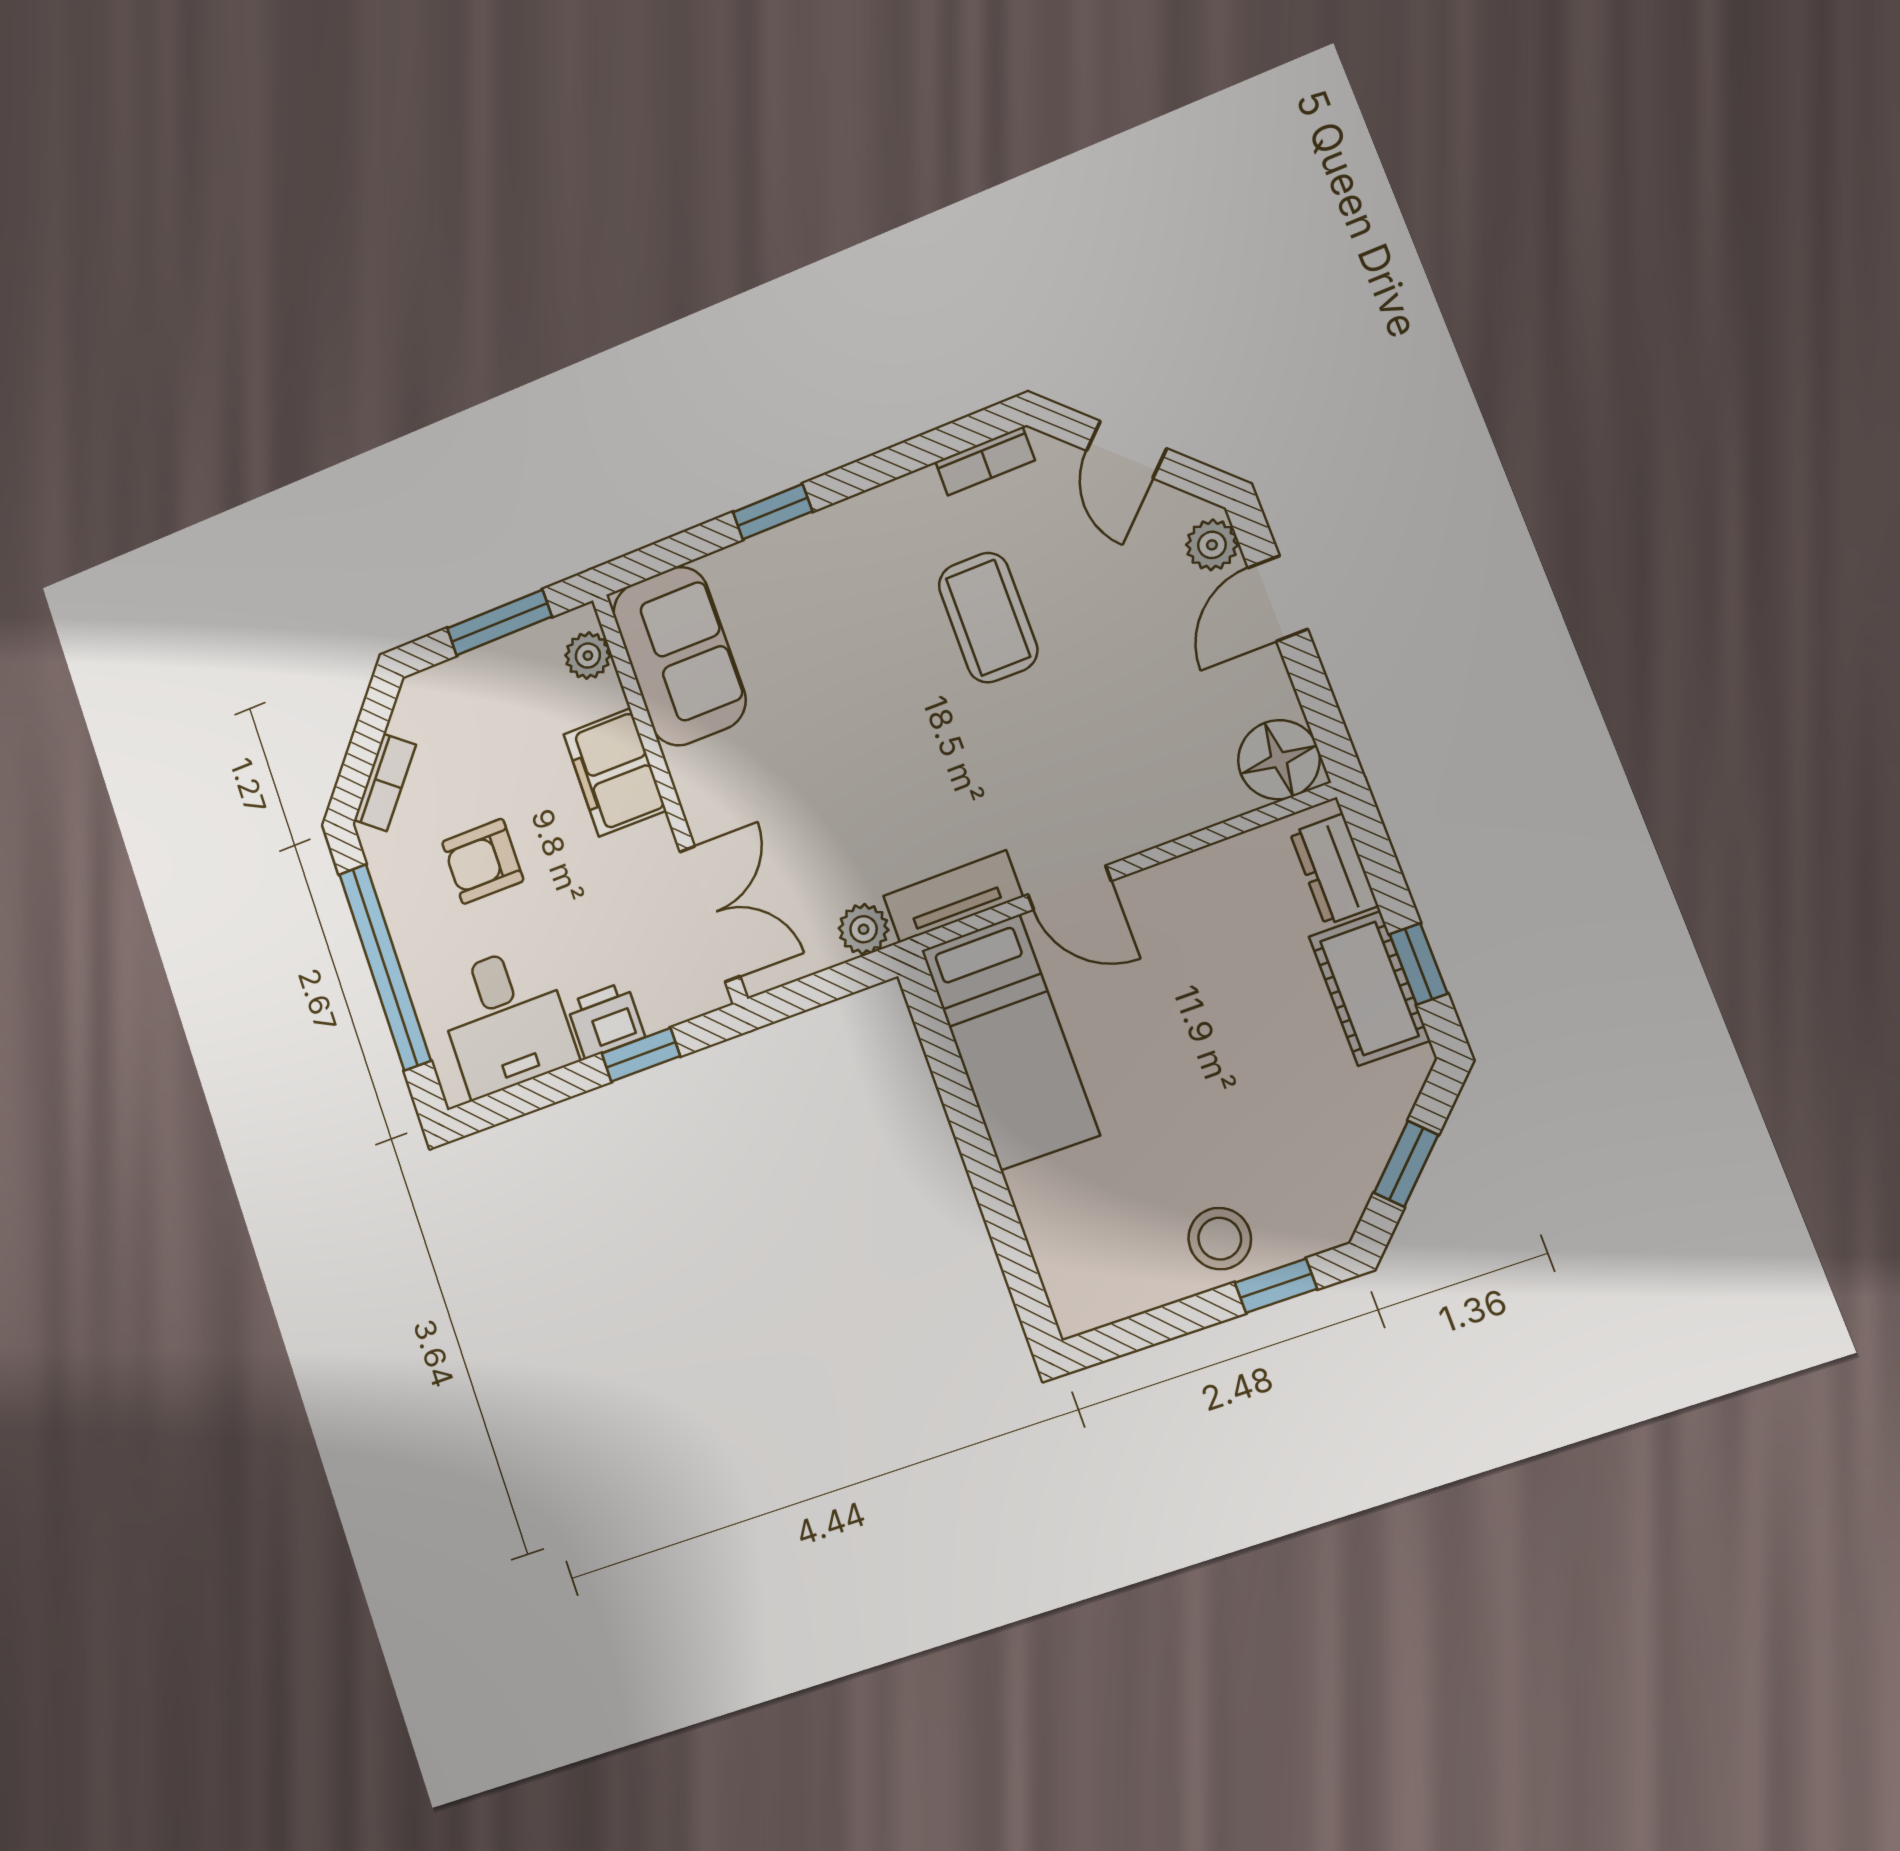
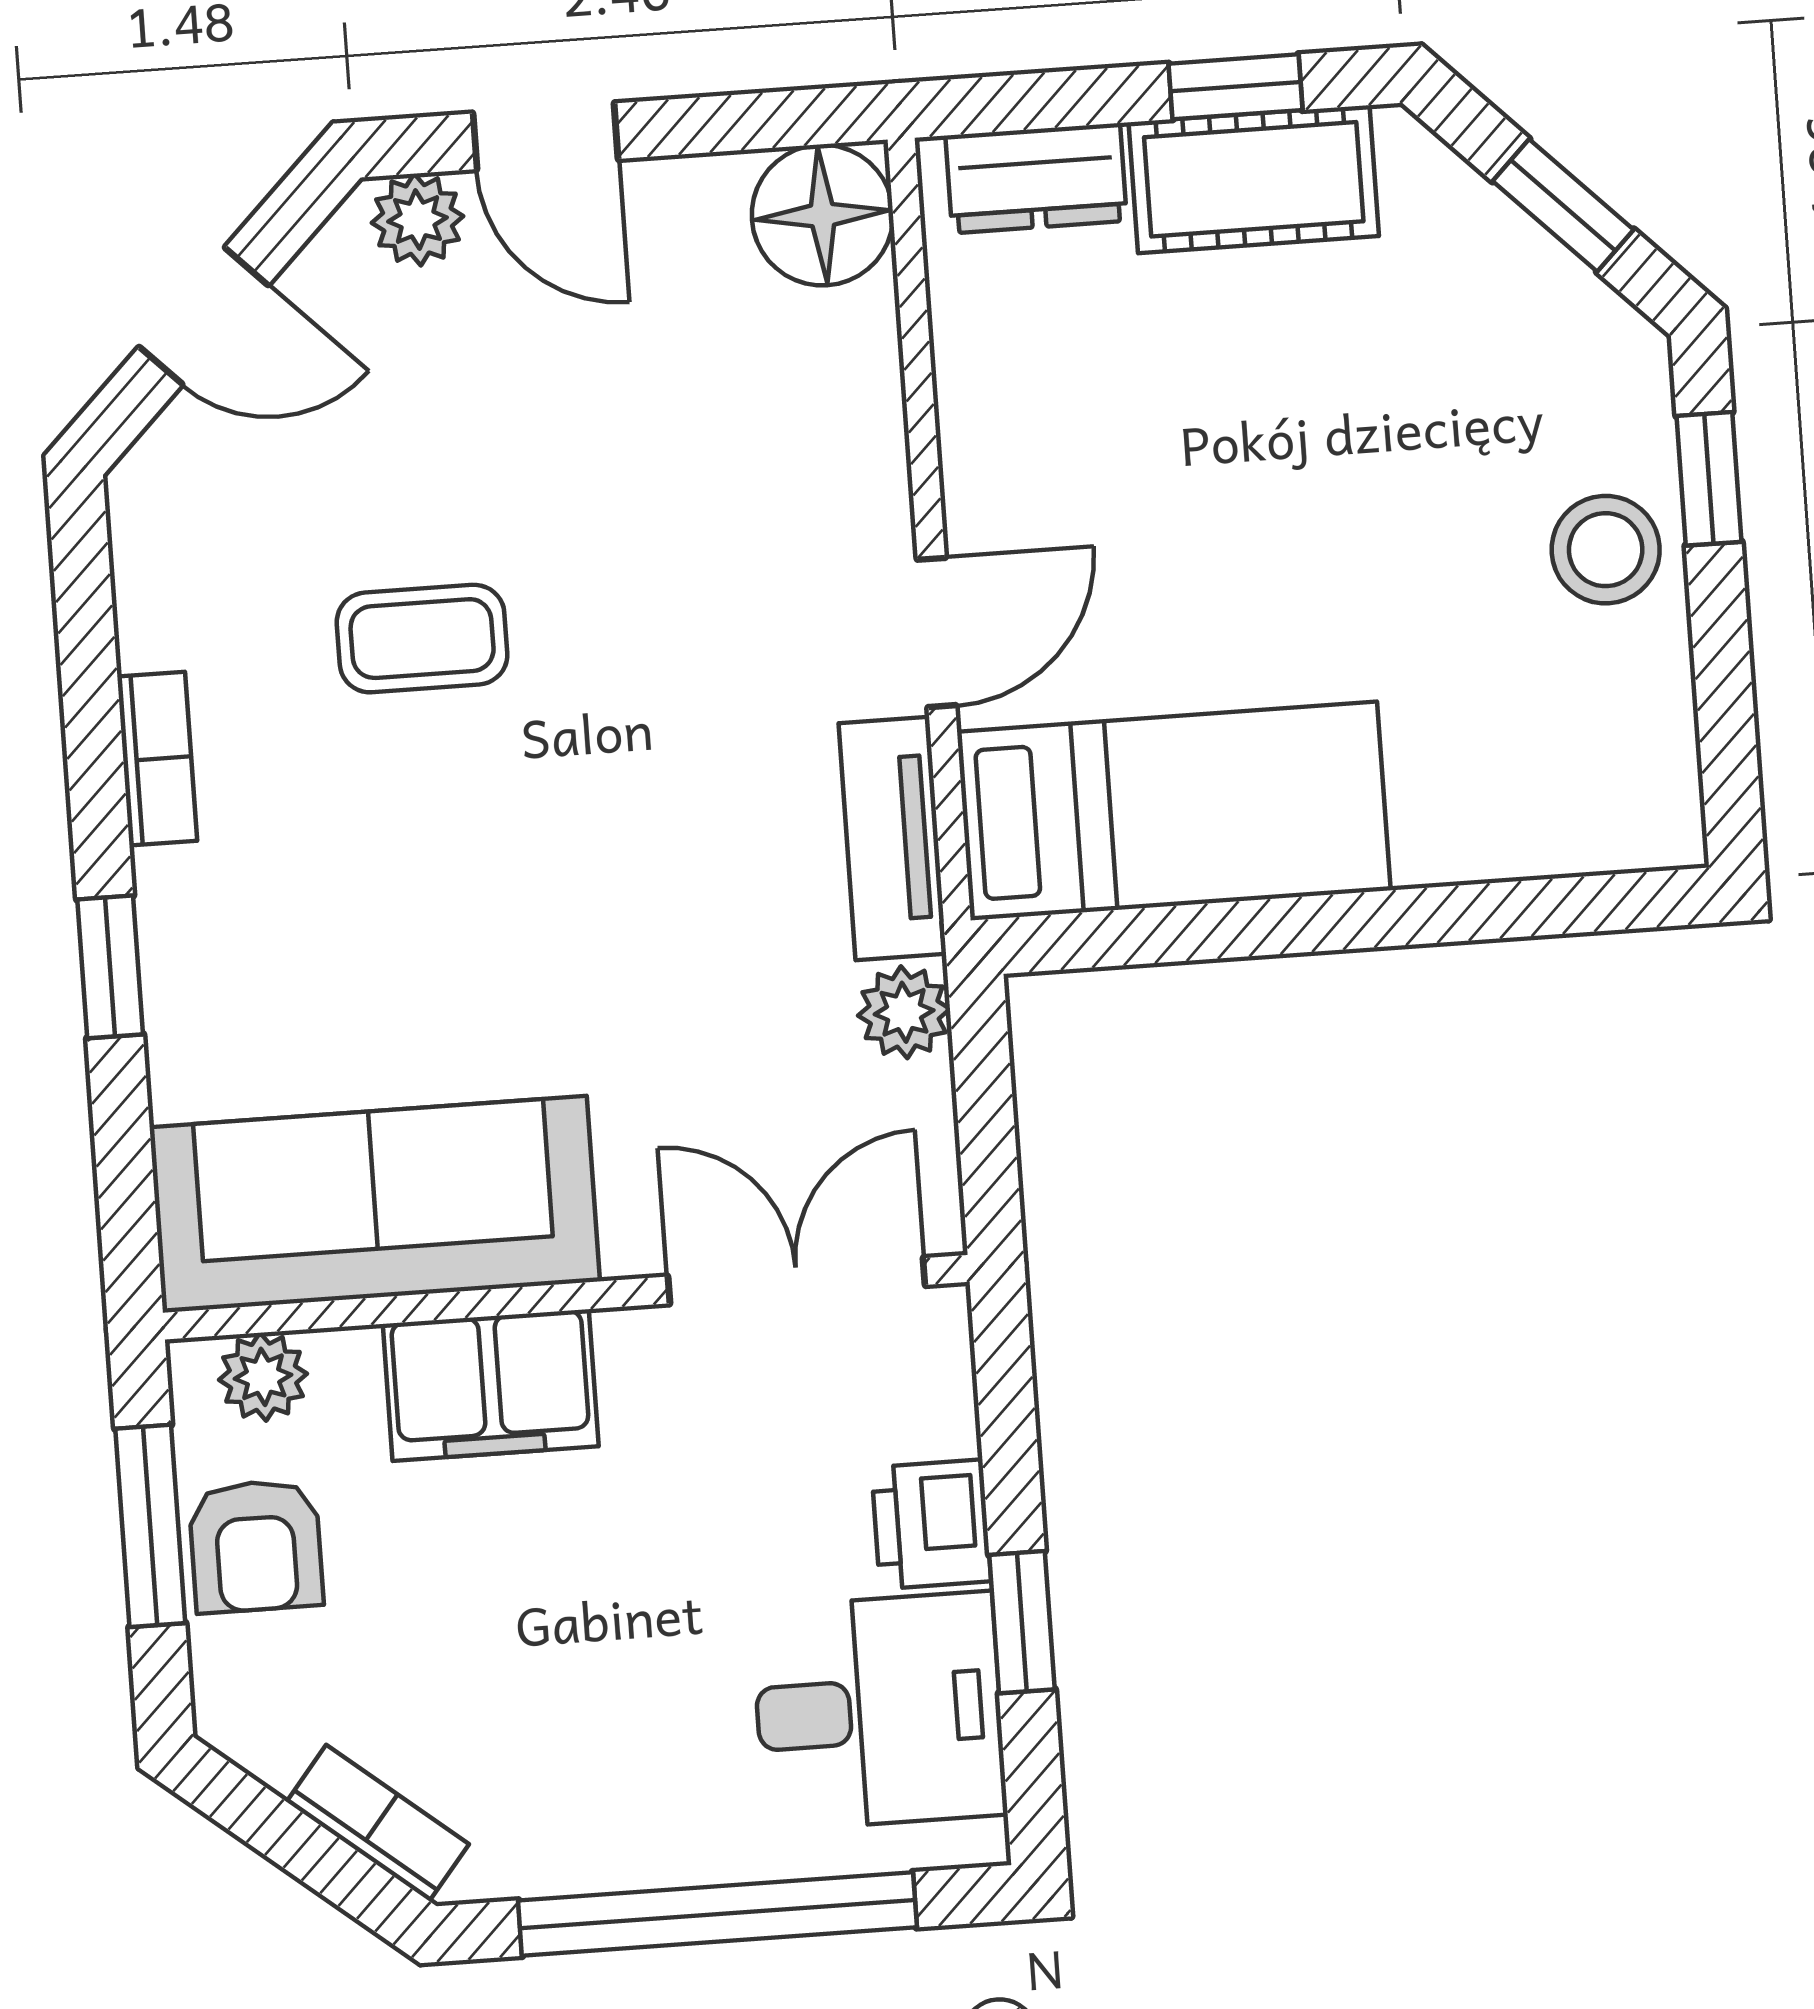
bookcase: (985, 461) -> (157, 759), moved
coffee table: (988, 618) -> (422, 639), width x0.73, depth x0.77
sofa: (679, 656) -> (375, 1204), width x1.36
armchair: (483, 861) -> (256, 1546), moved
window: (641, 1055) -> (1022, 1622), moved

